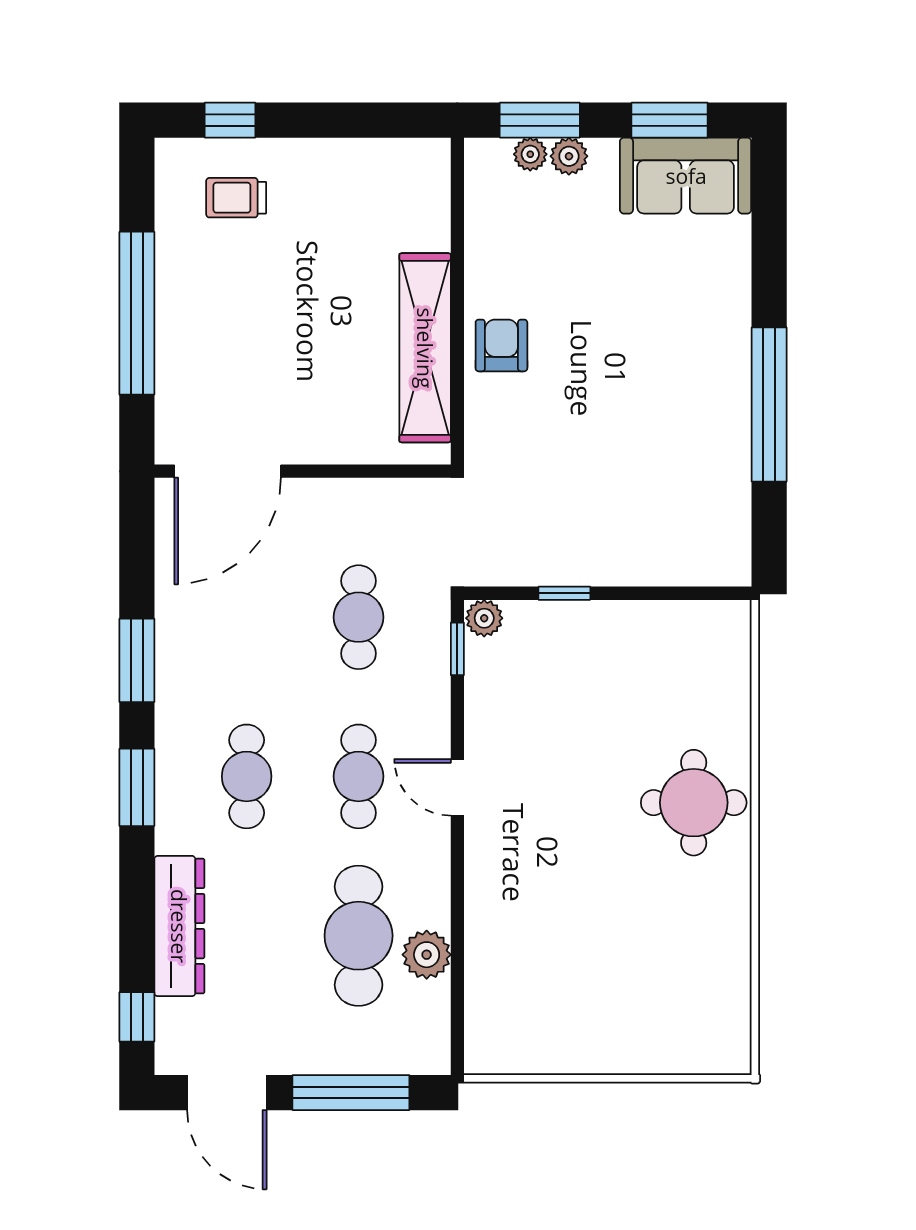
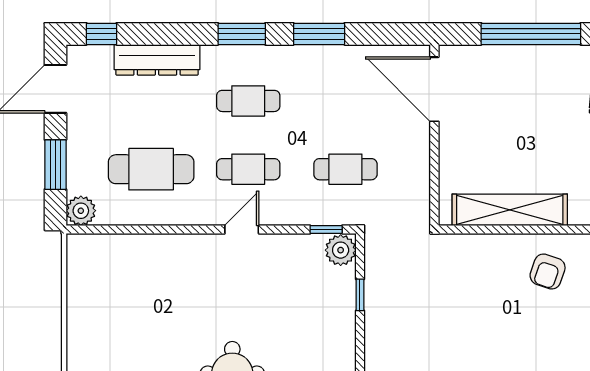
armchair: (501, 345) -> (548, 272), moved, turned 109
plant: (484, 618) -> (341, 250), width x1.38, depth x1.38
plant: (427, 955) -> (81, 211), moved
window: (351, 1093) -> (55, 165), width x0.69

